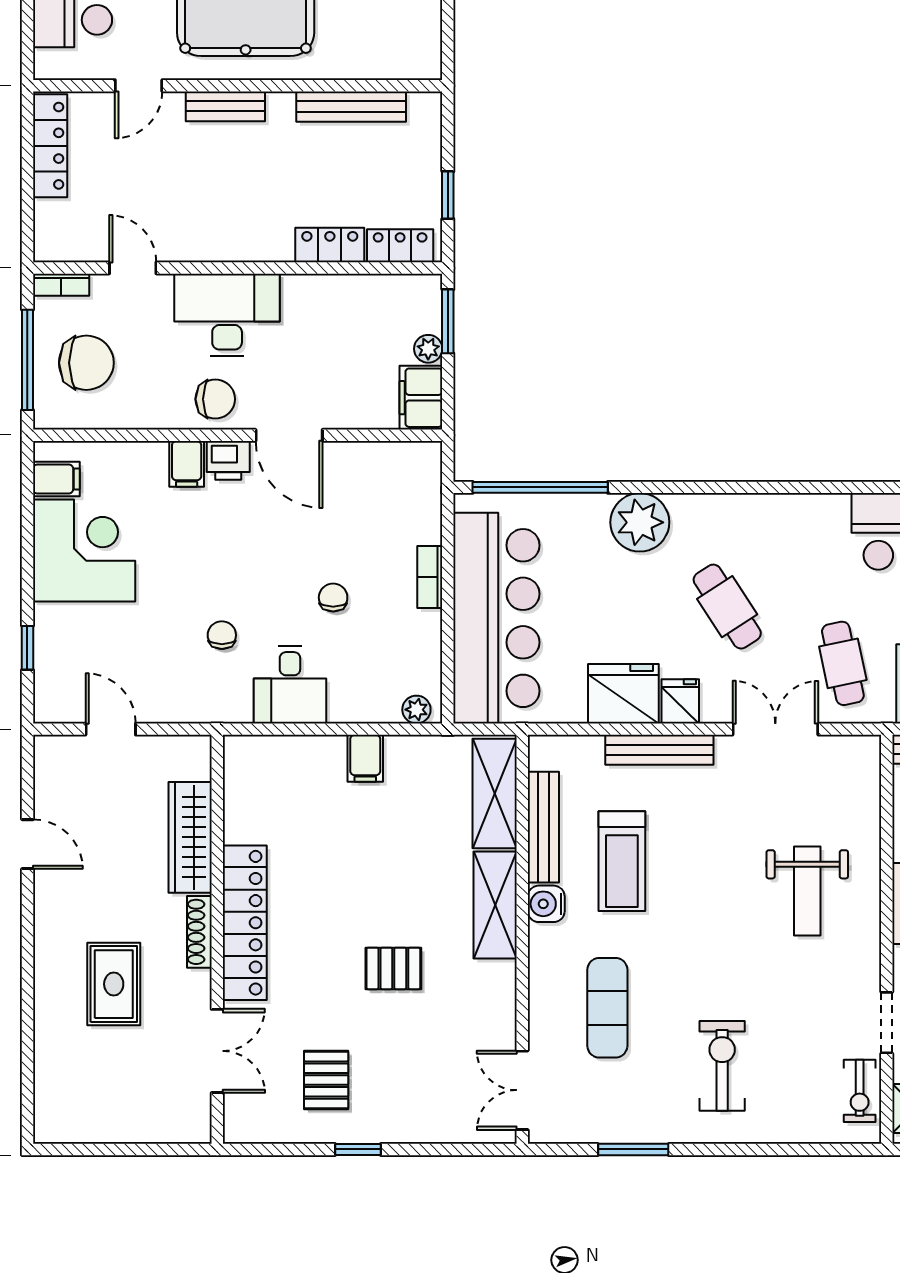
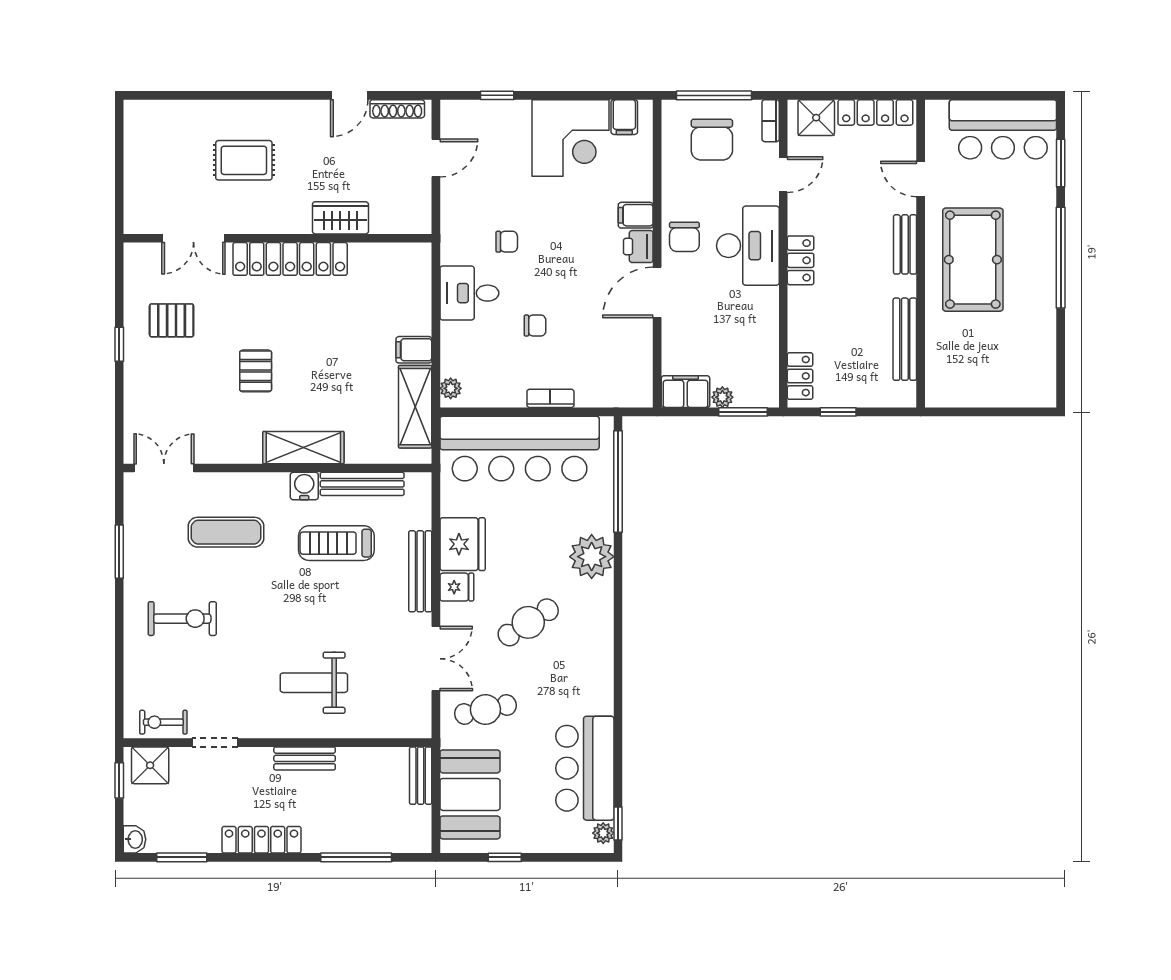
shower: (57, 224) -> (816, 118), added
locker: (330, 245) -> (801, 260), moved
shelving: (495, 793) -> (415, 407), moved, turned 90
wardrobe: (190, 837) -> (340, 218), width x0.67
shoe rack: (199, 932) -> (397, 109), moved, turned 180

